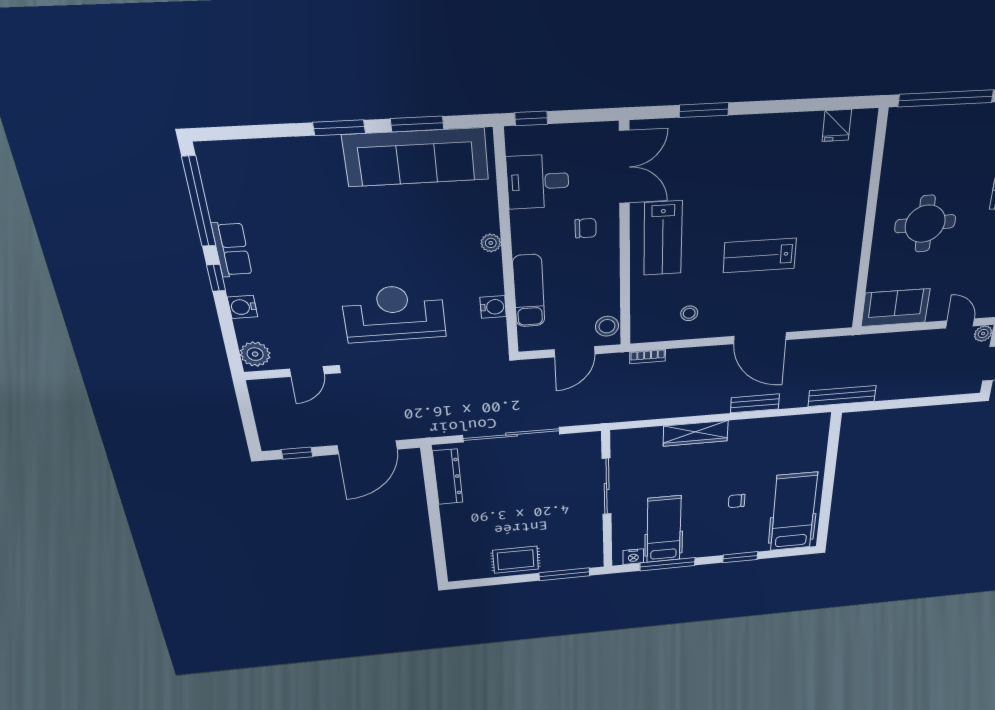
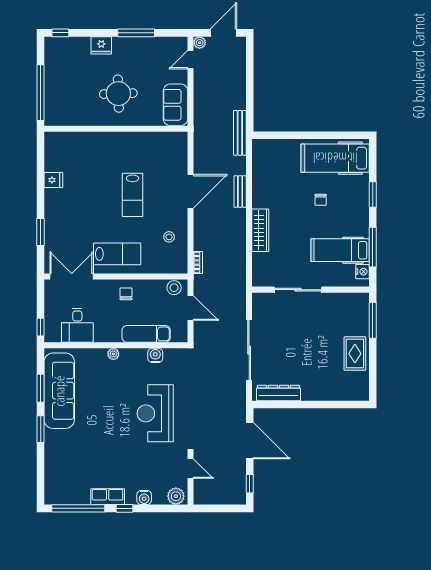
fridge: (837, 125) -> (53, 180), moved
chair: (586, 228) -> (126, 294), moved

